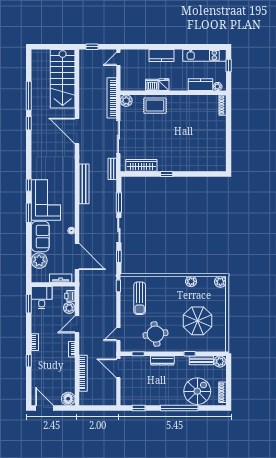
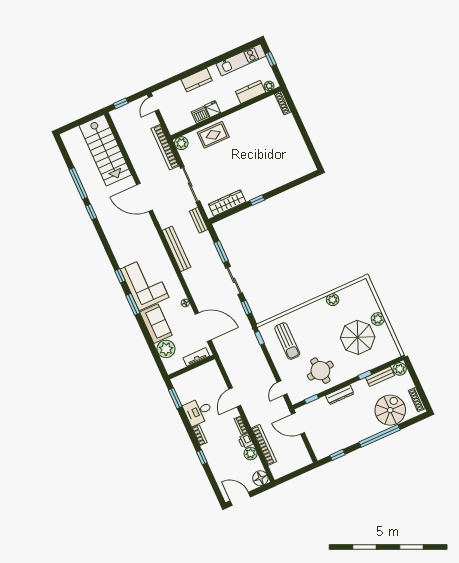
plant: (220, 282) -> (378, 319), moved
printer: (70, 296) -> (246, 441), moved
desk: (42, 297) -> (198, 411), moved, turned -90
plant: (69, 308) -> (251, 454), moved

